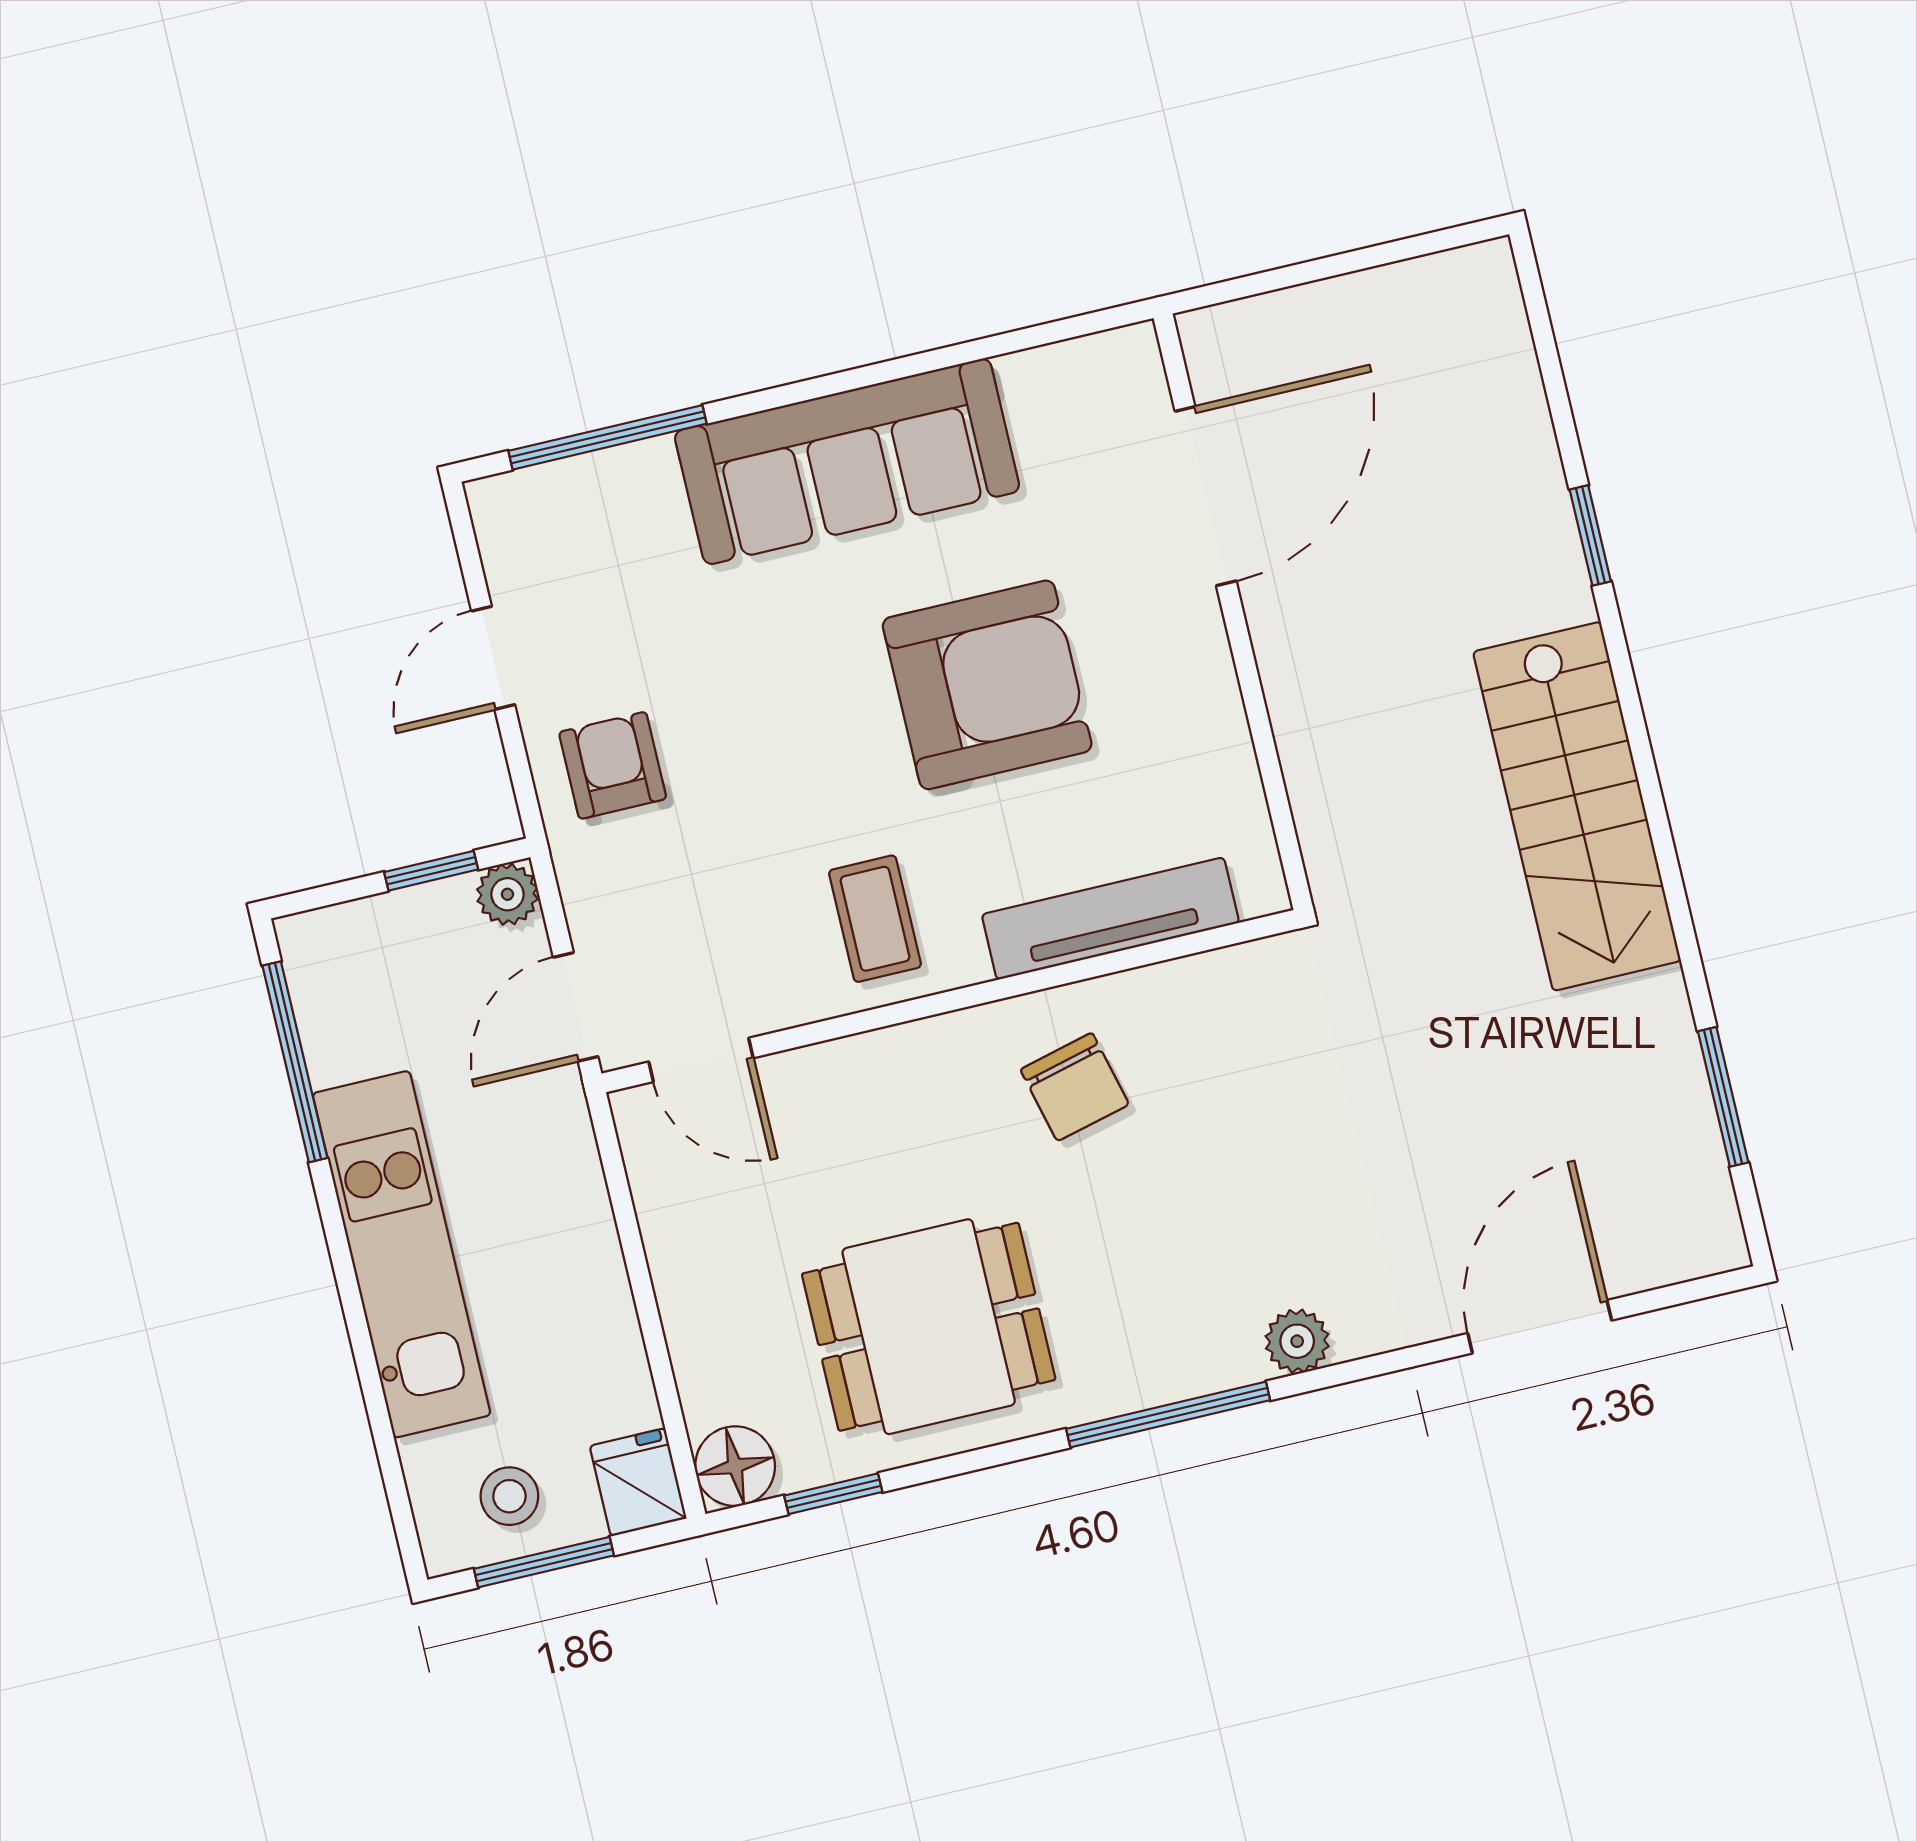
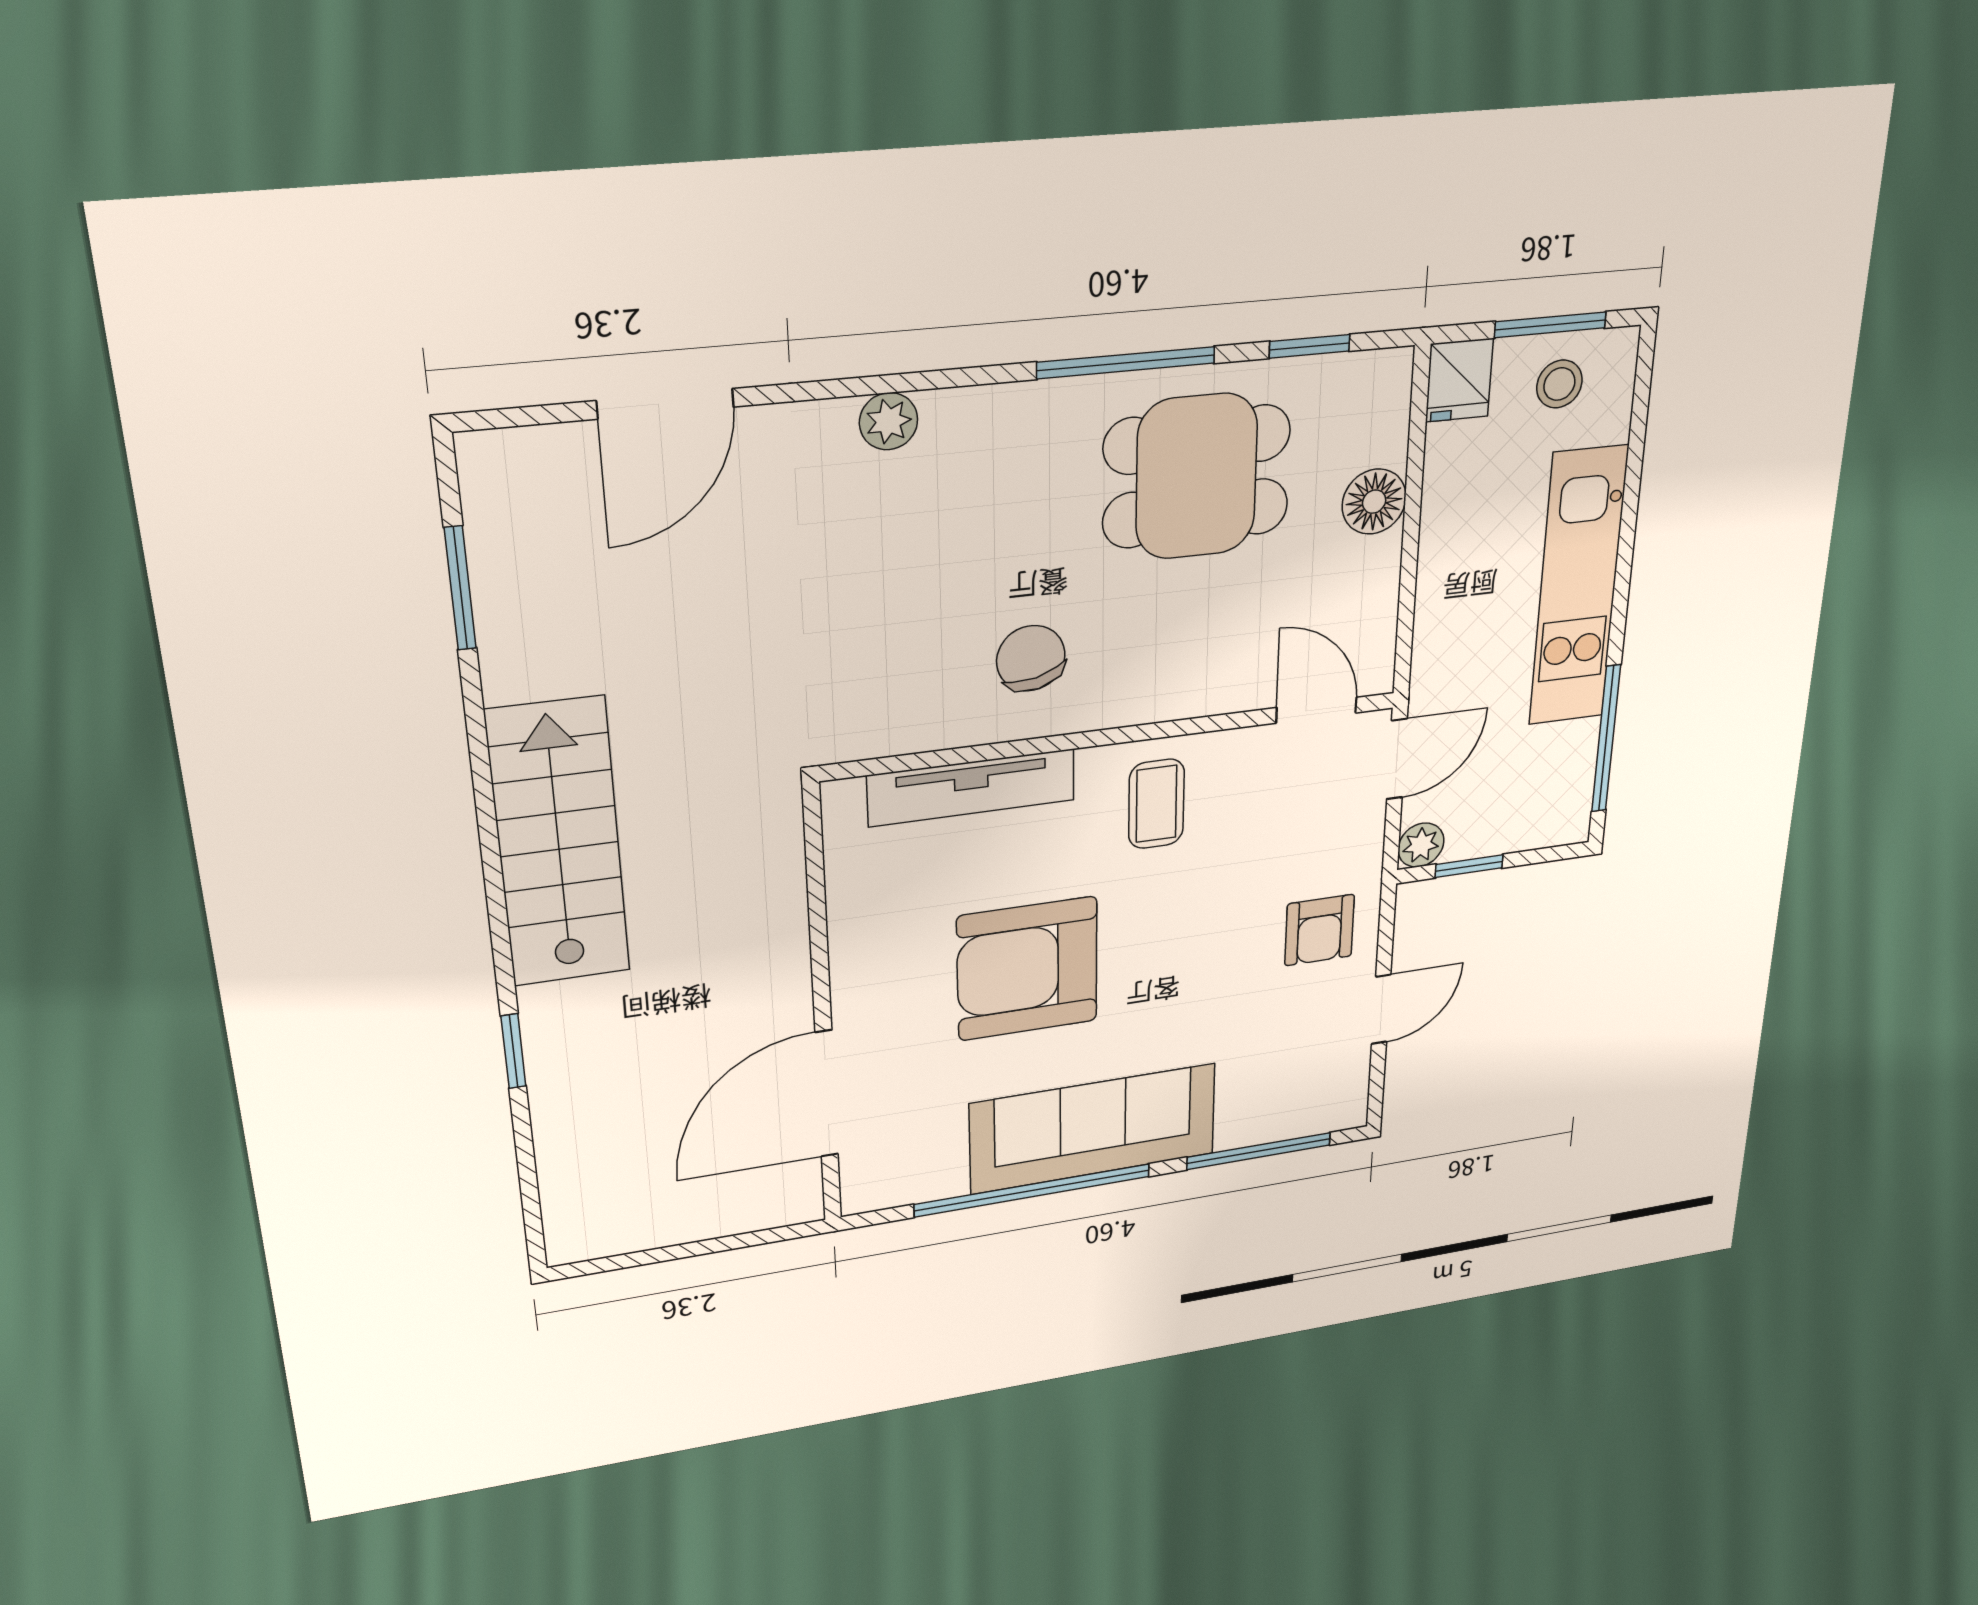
window: (907, 366) -> (1033, 1190), added
window: (1168, 1415) -> (1126, 363), moved
floor lamp: (735, 1466) -> (1374, 502), moved

